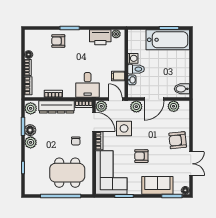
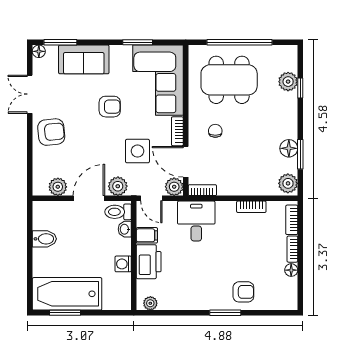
printer: (100, 37) -> (149, 262), moved, turned 90
toilet: (136, 69) -> (118, 212), moved
bidet: (182, 89) -> (44, 239), moved
dresser: (57, 107) -> (246, 186), removed
plant: (31, 142) -> (288, 82), moved

